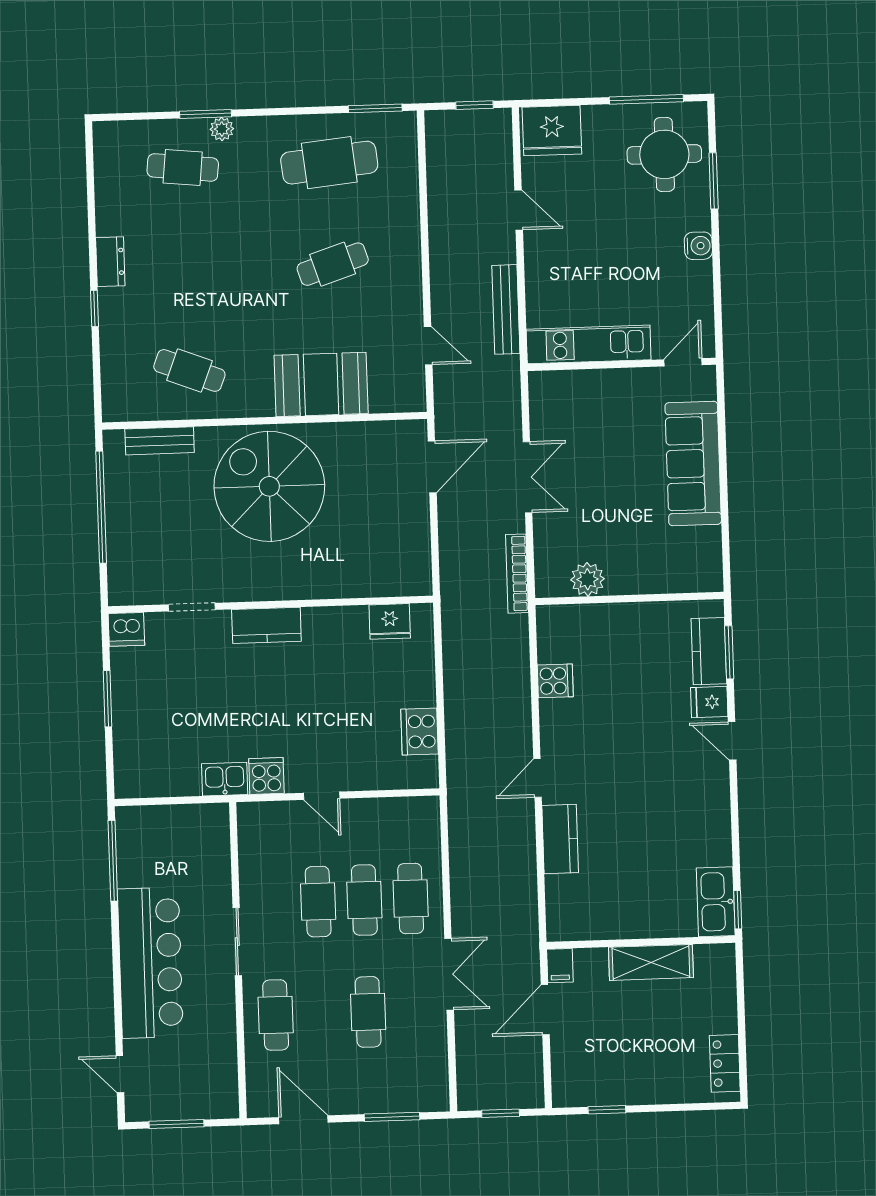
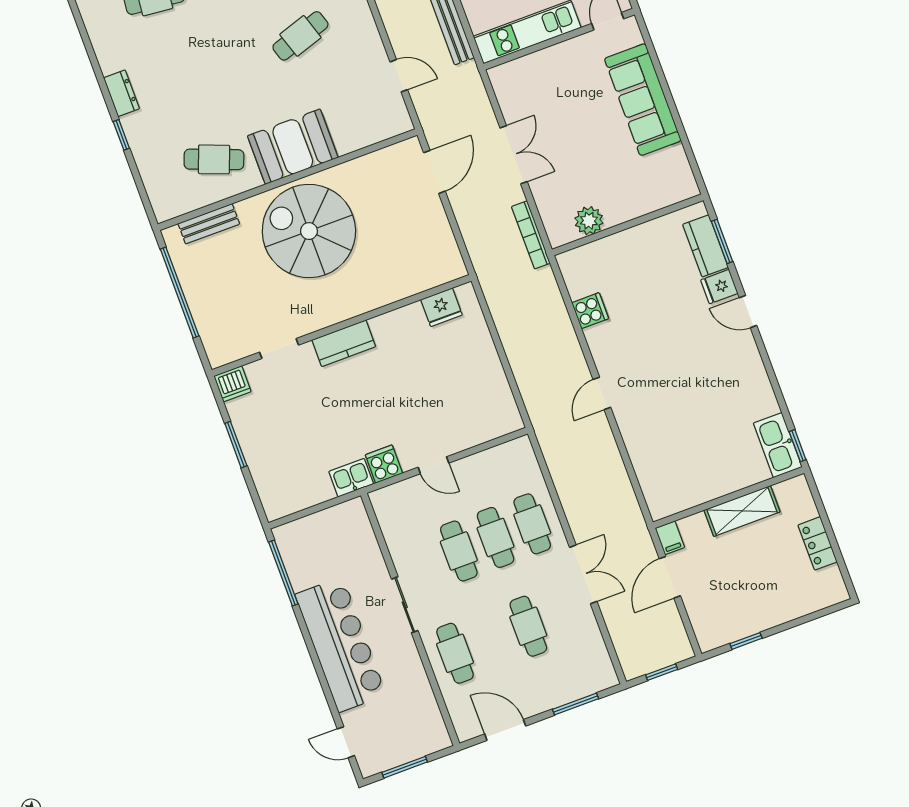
booth: (321, 384) -> (293, 147), moved
cooker: (420, 732) -> (495, 388), removed
kitchen counter: (560, 839) -> (636, 436), removed
locker: (725, 1063) -> (818, 543), moved

